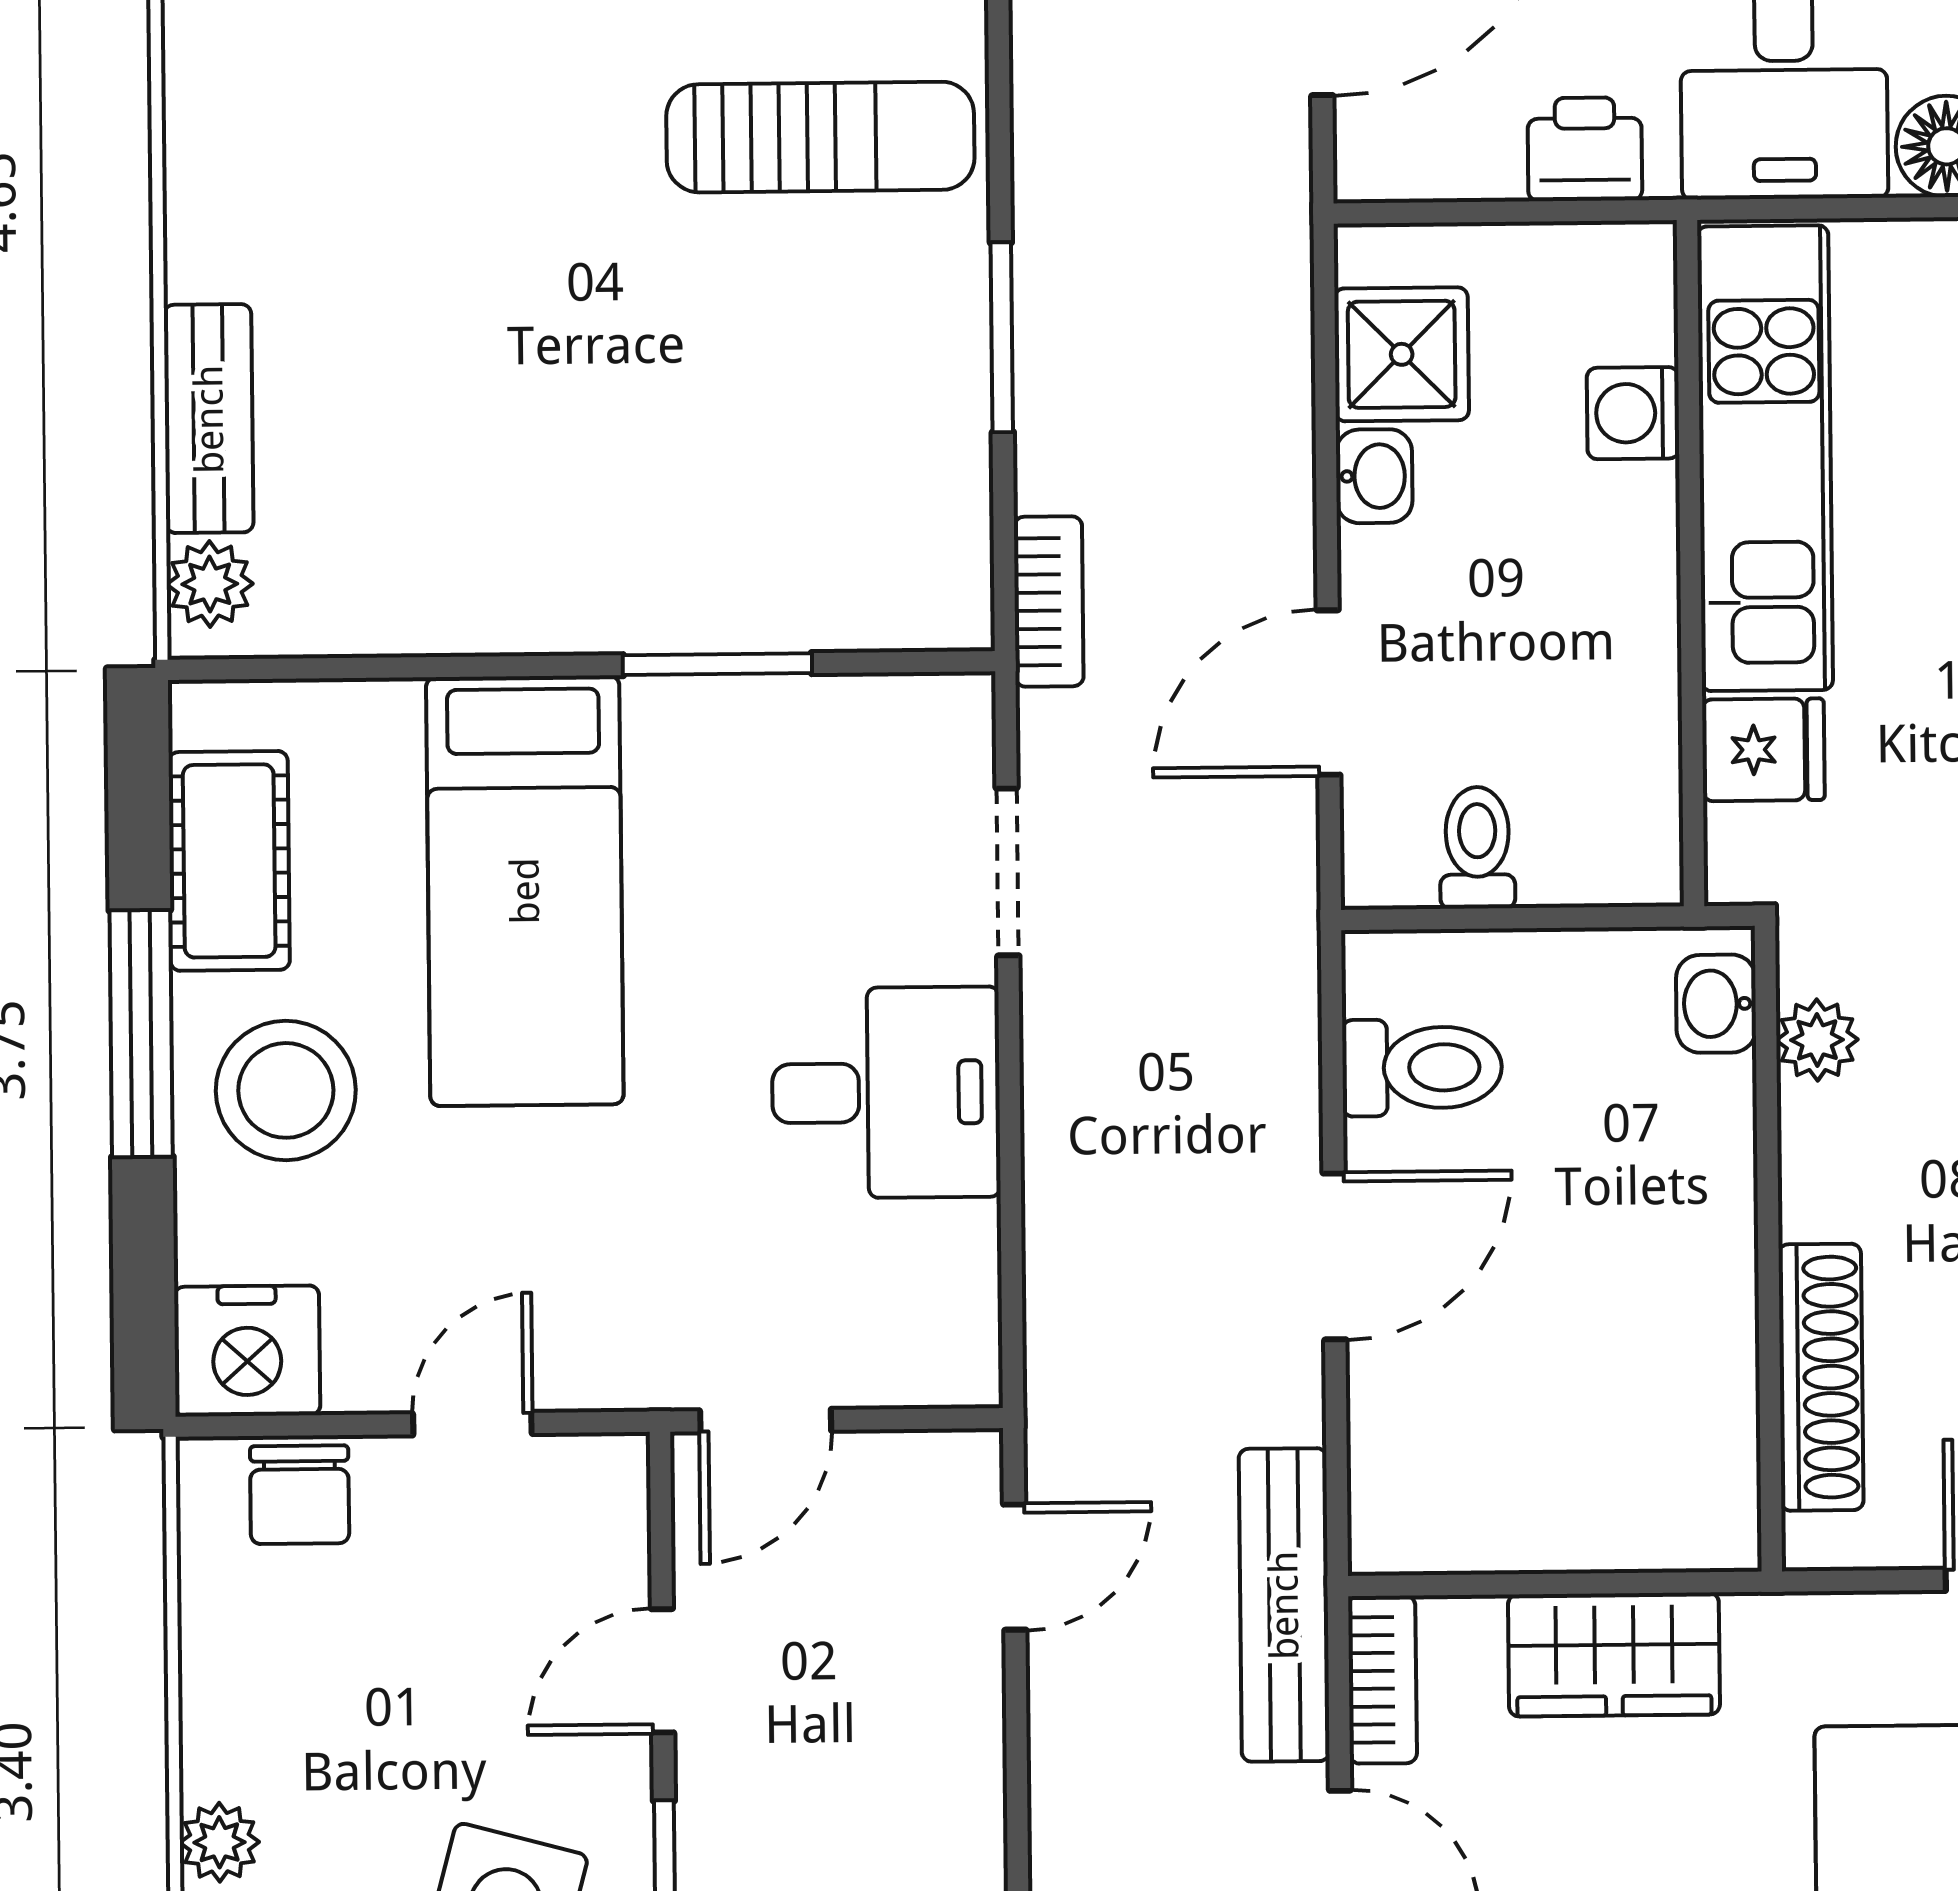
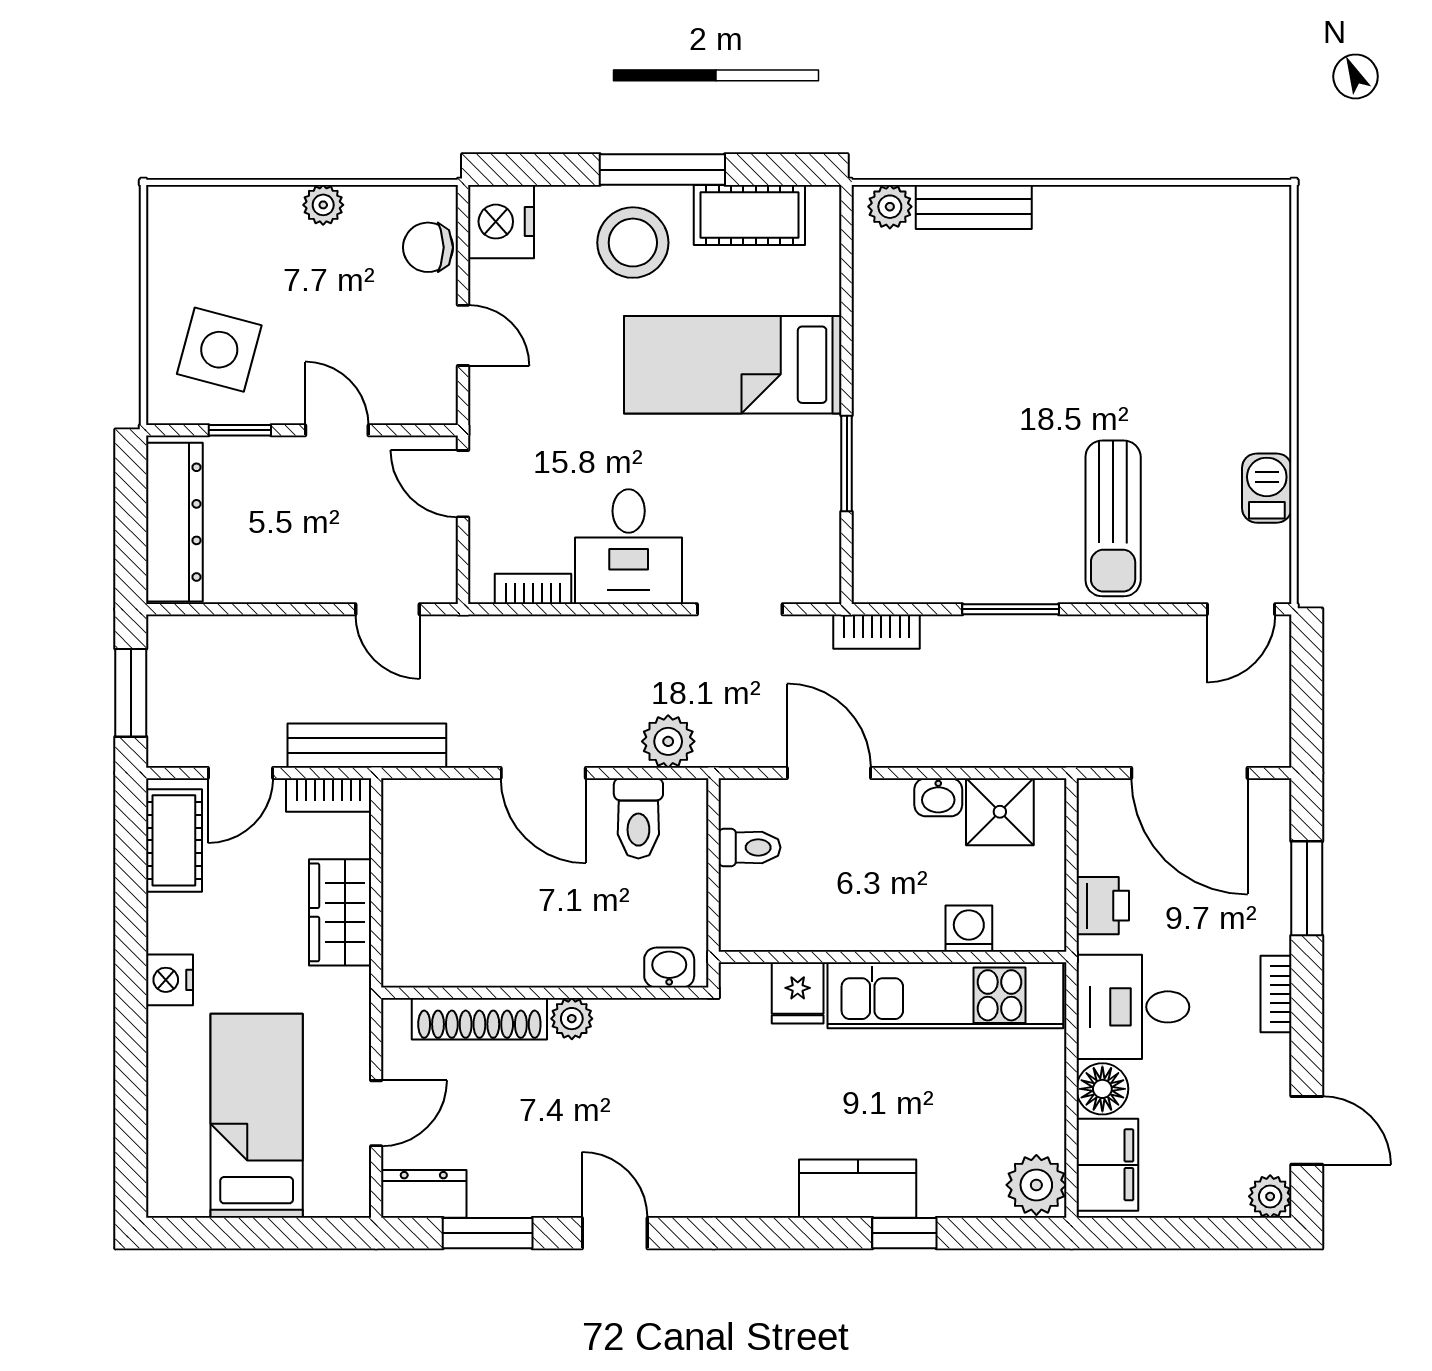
plant: (1270, 1010) -> (668, 741), added
plant: (1817, 1040) -> (572, 1019), moved
bookcase: (971, 1280) -> (533, 589), added
plant: (219, 1842) -> (323, 205), moved

